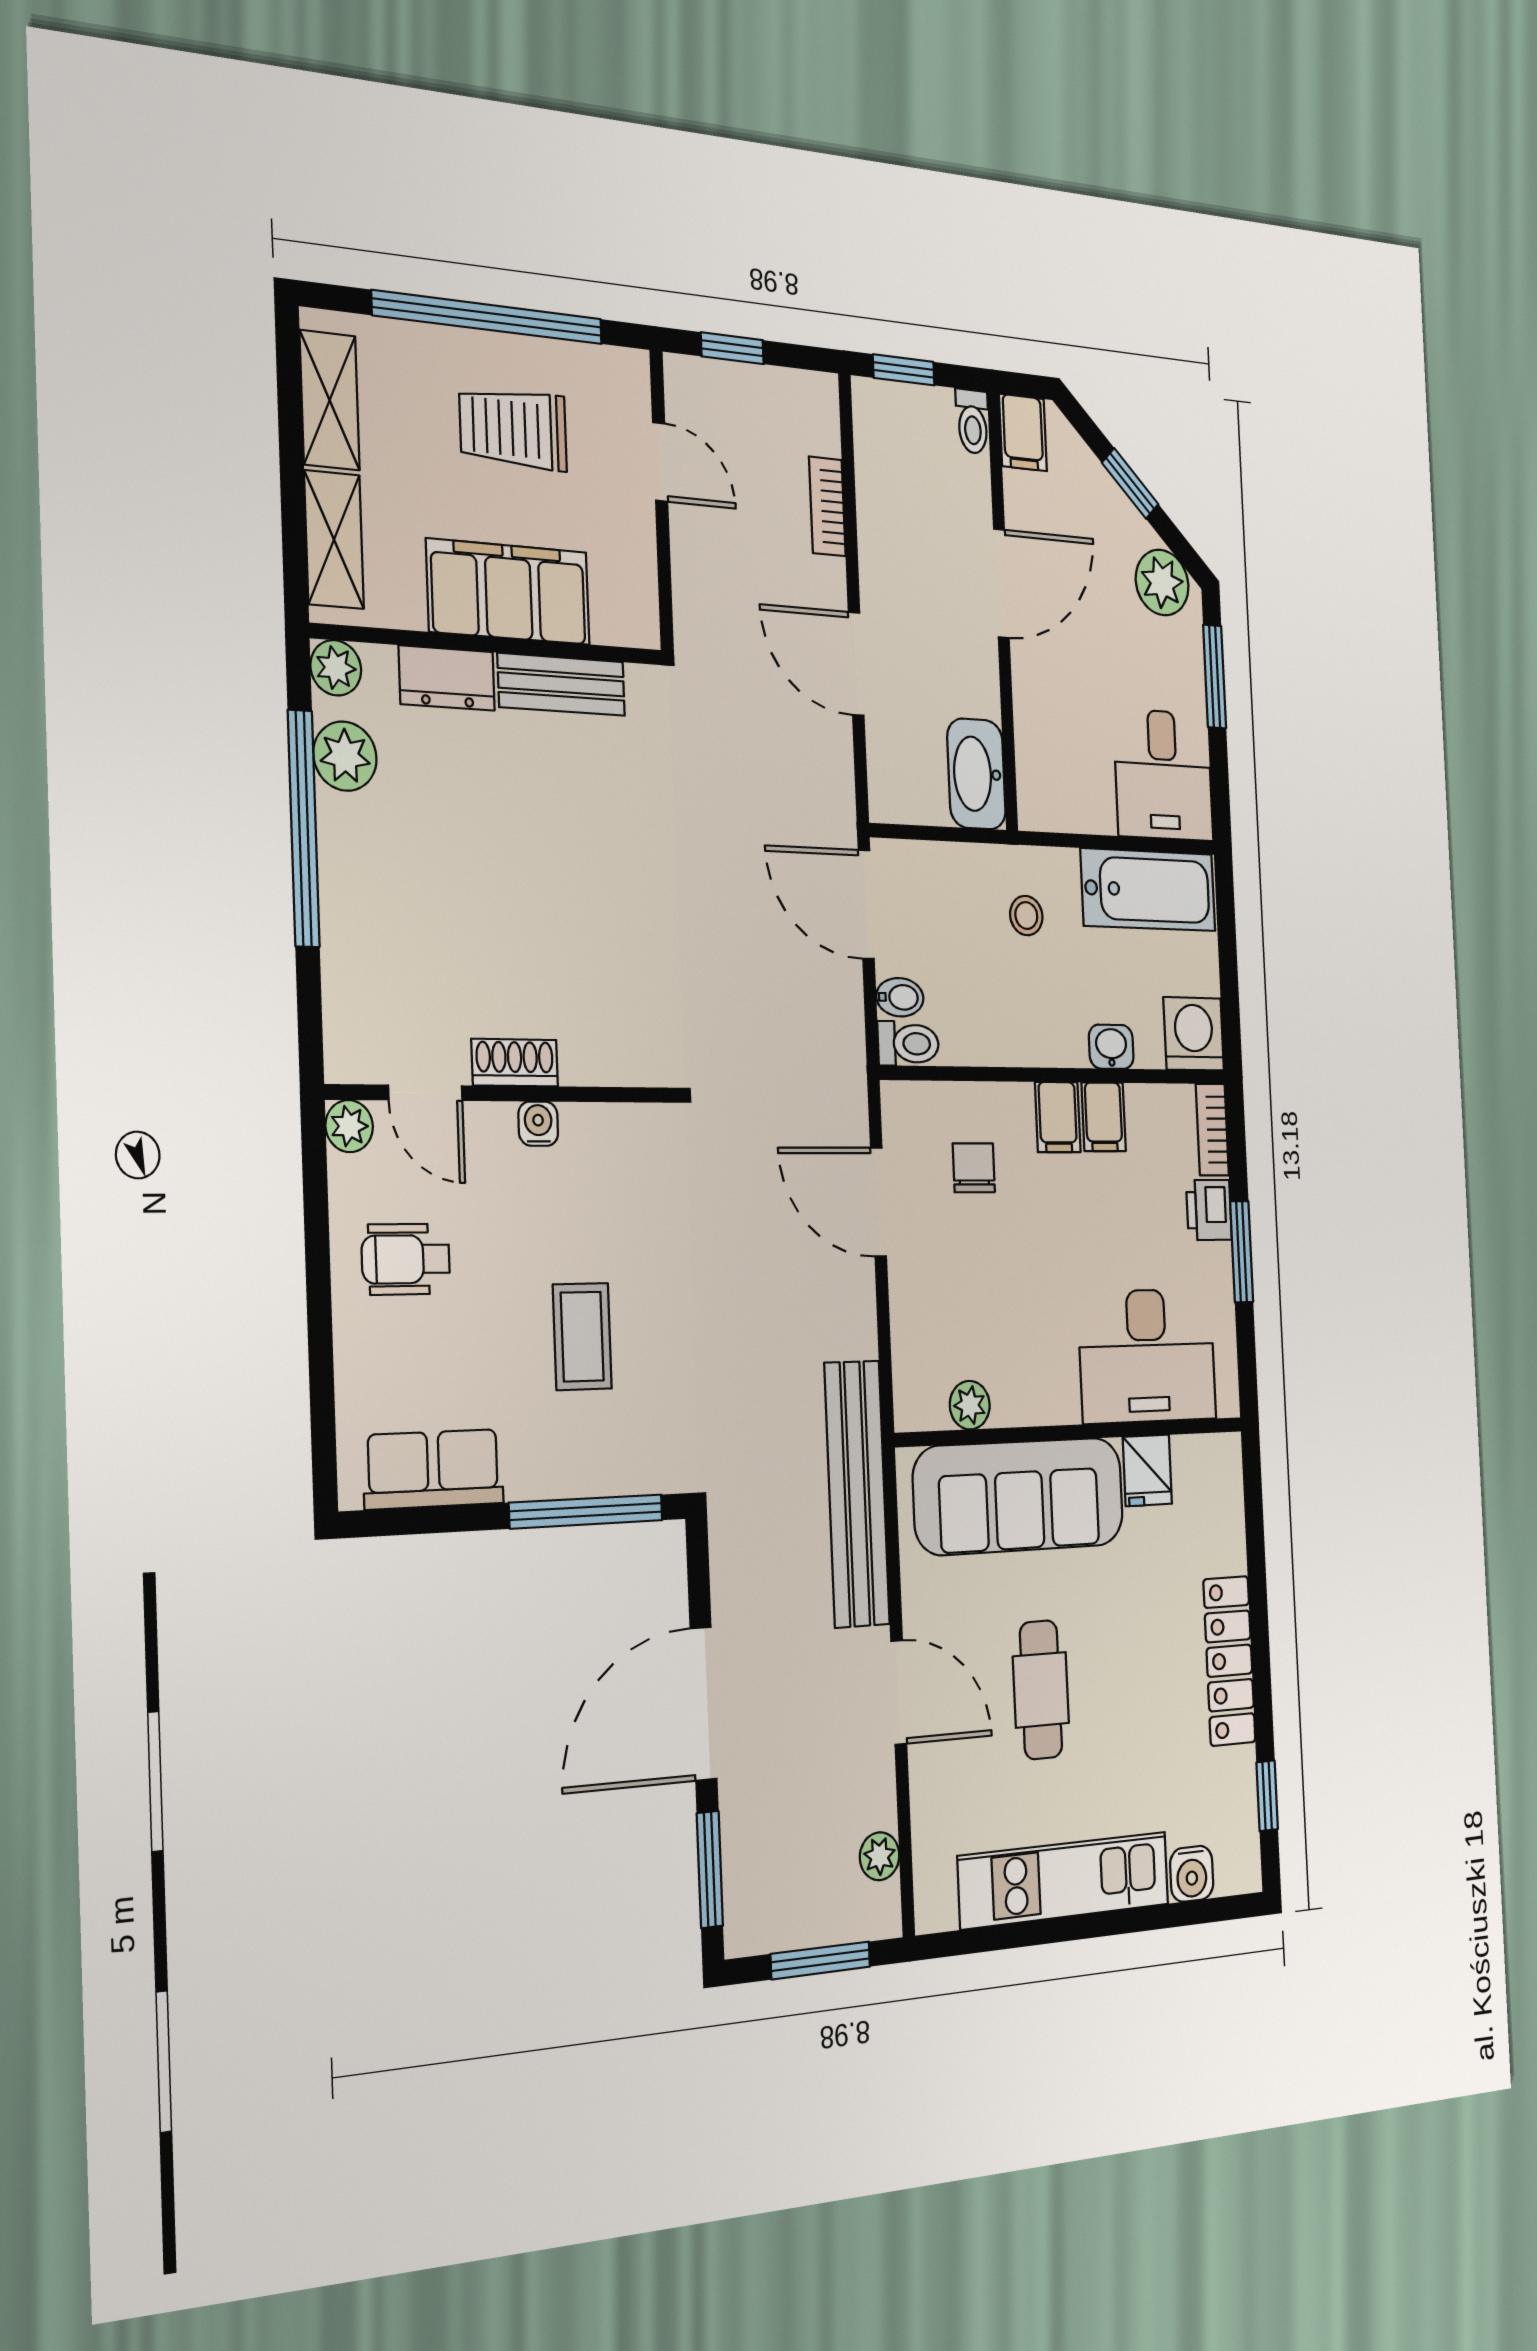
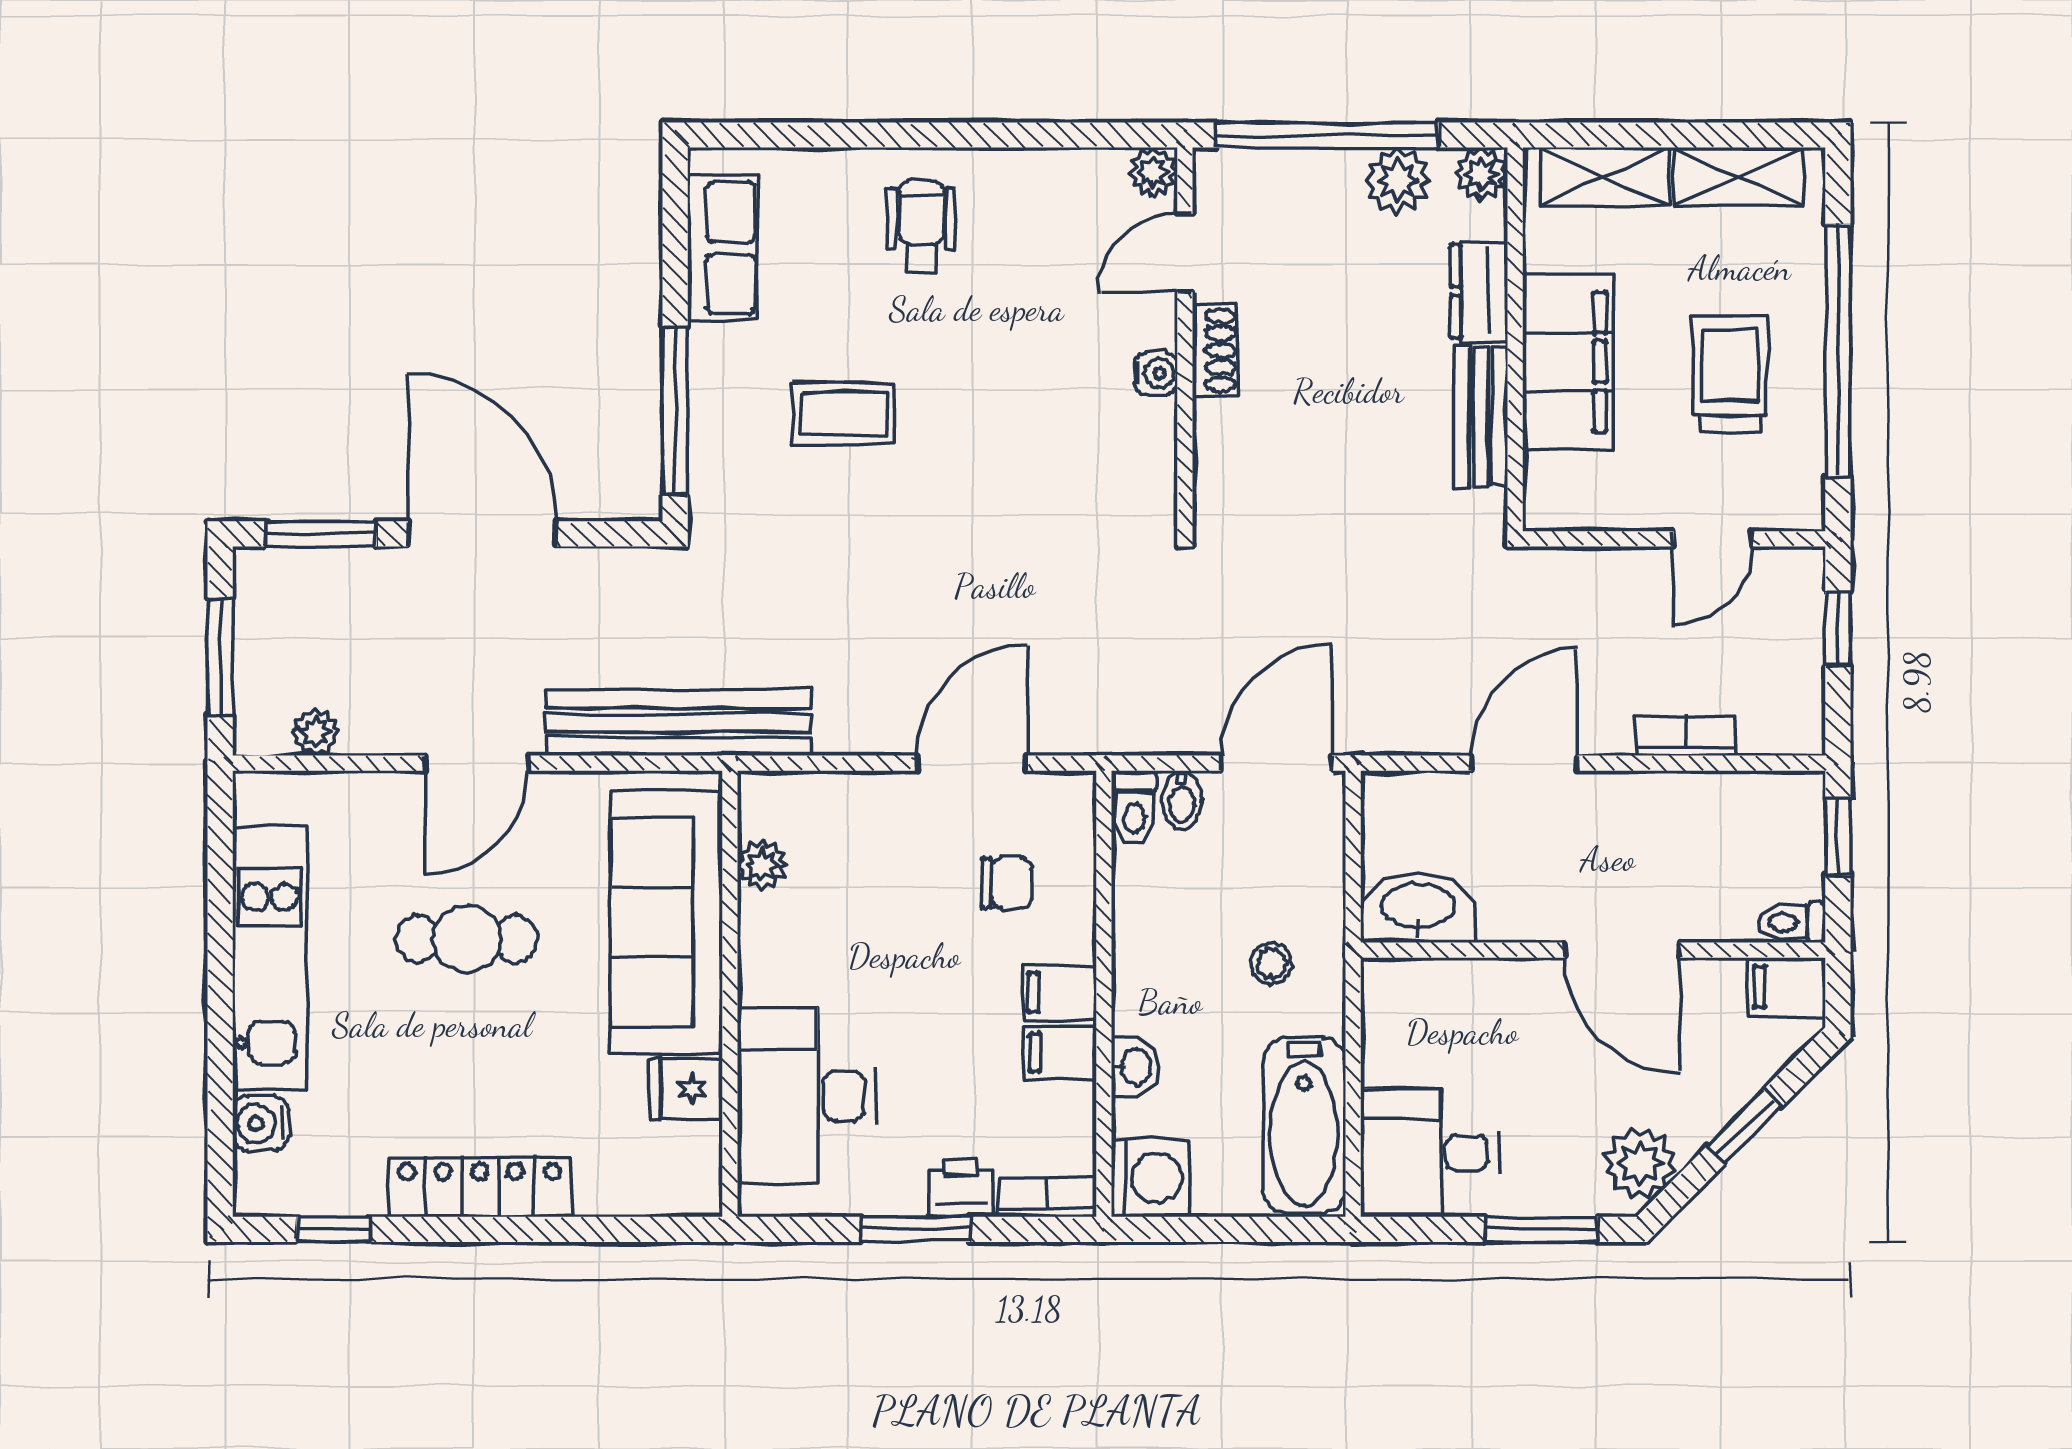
shoe rack: (515, 1063) -> (1215, 350), moved
door: (425, 1093) -> (1185, 253), moved
wall: (506, 1094) -> (1185, 339), moved
water cooler: (538, 1124) -> (1156, 374), moved
plant: (349, 1126) -> (1153, 172), moved

